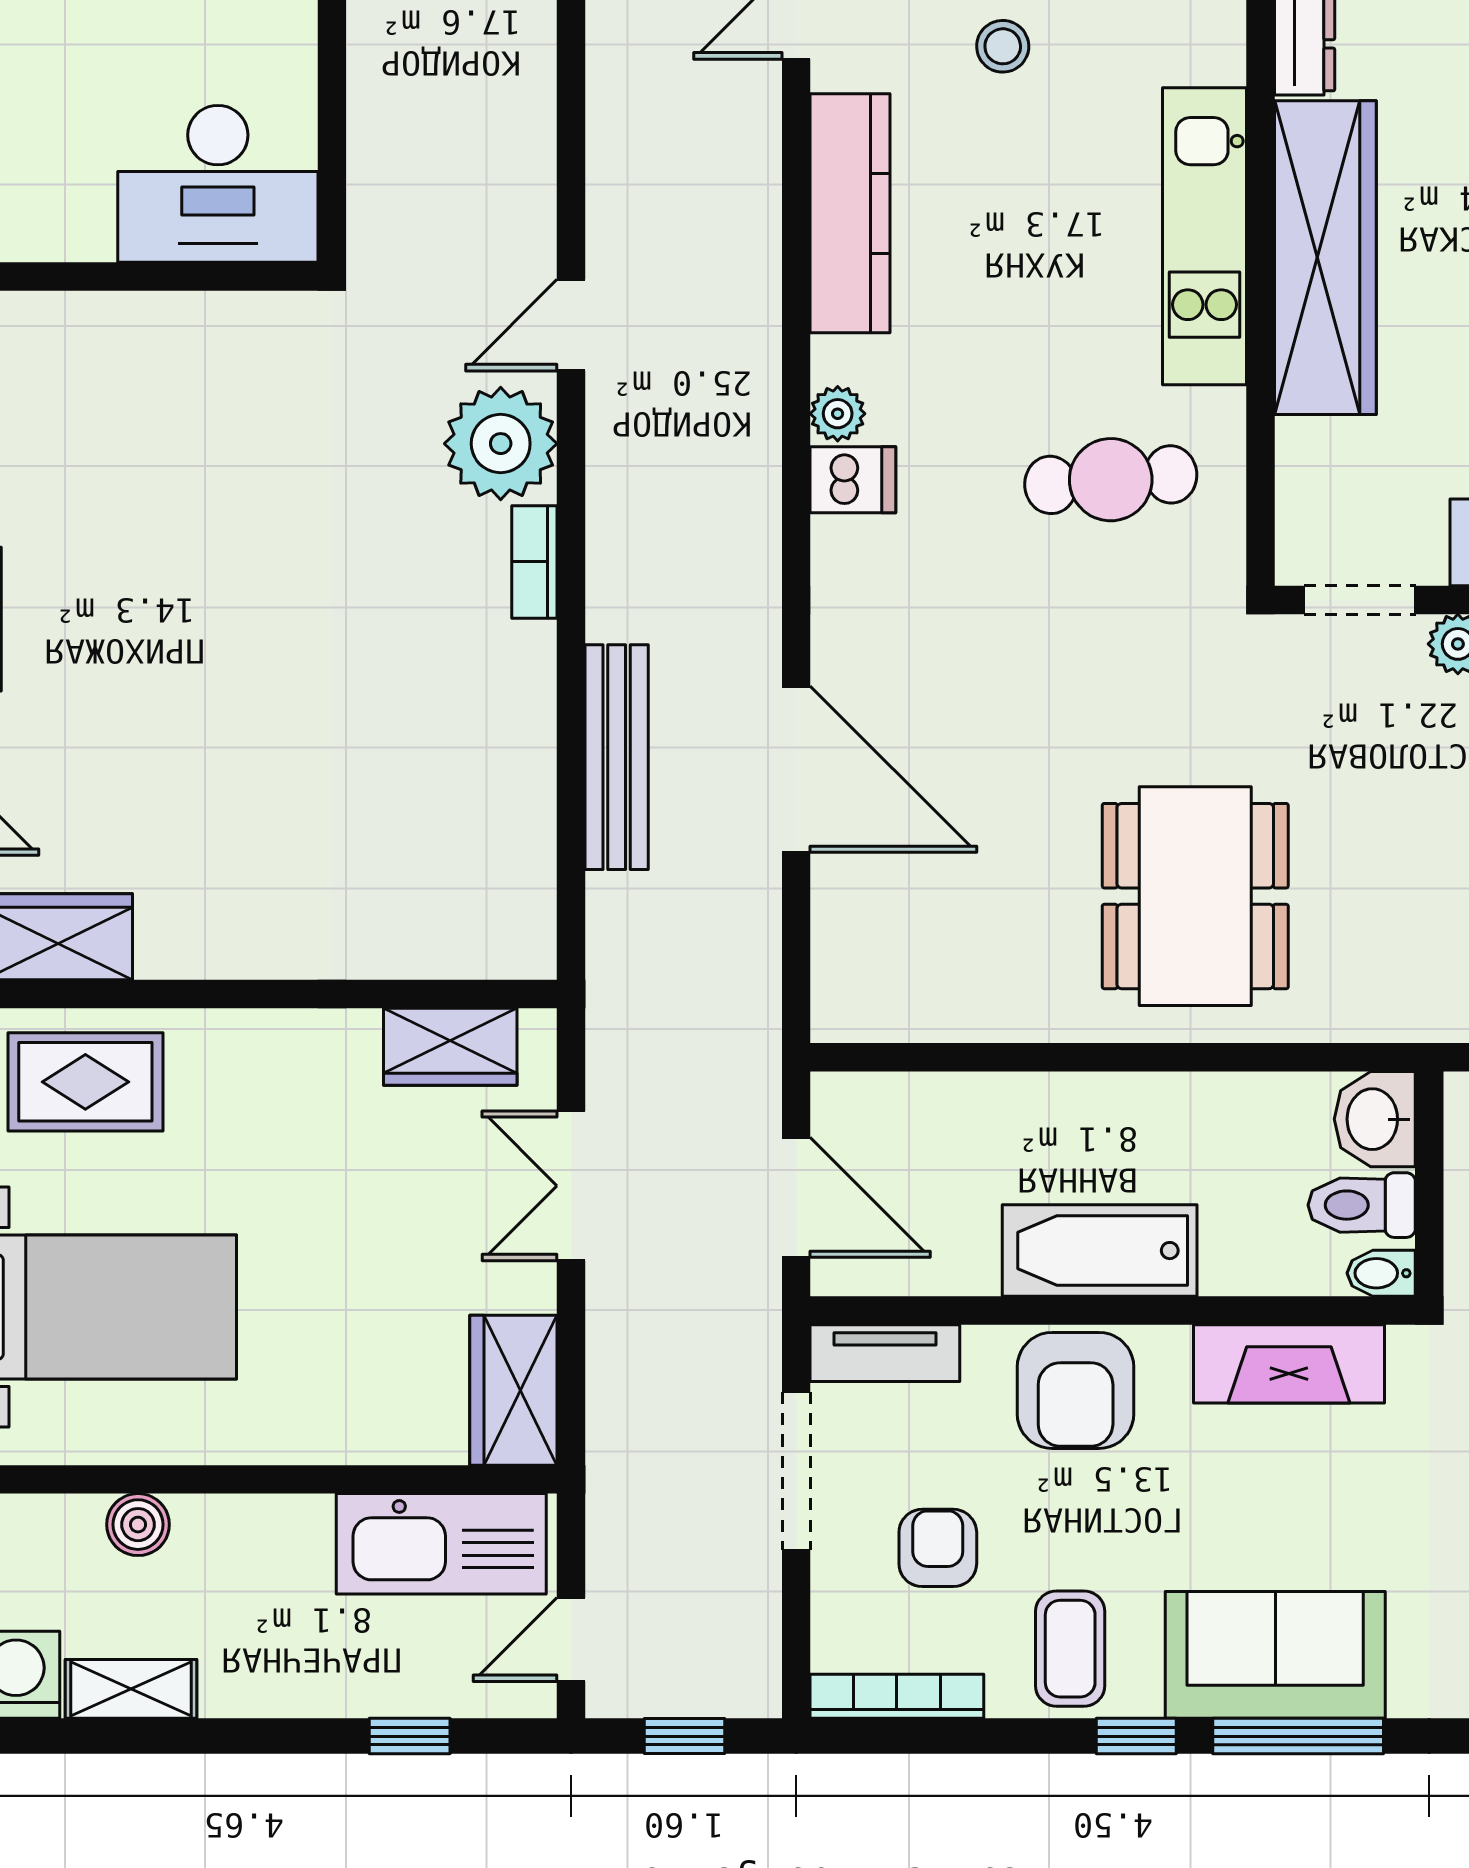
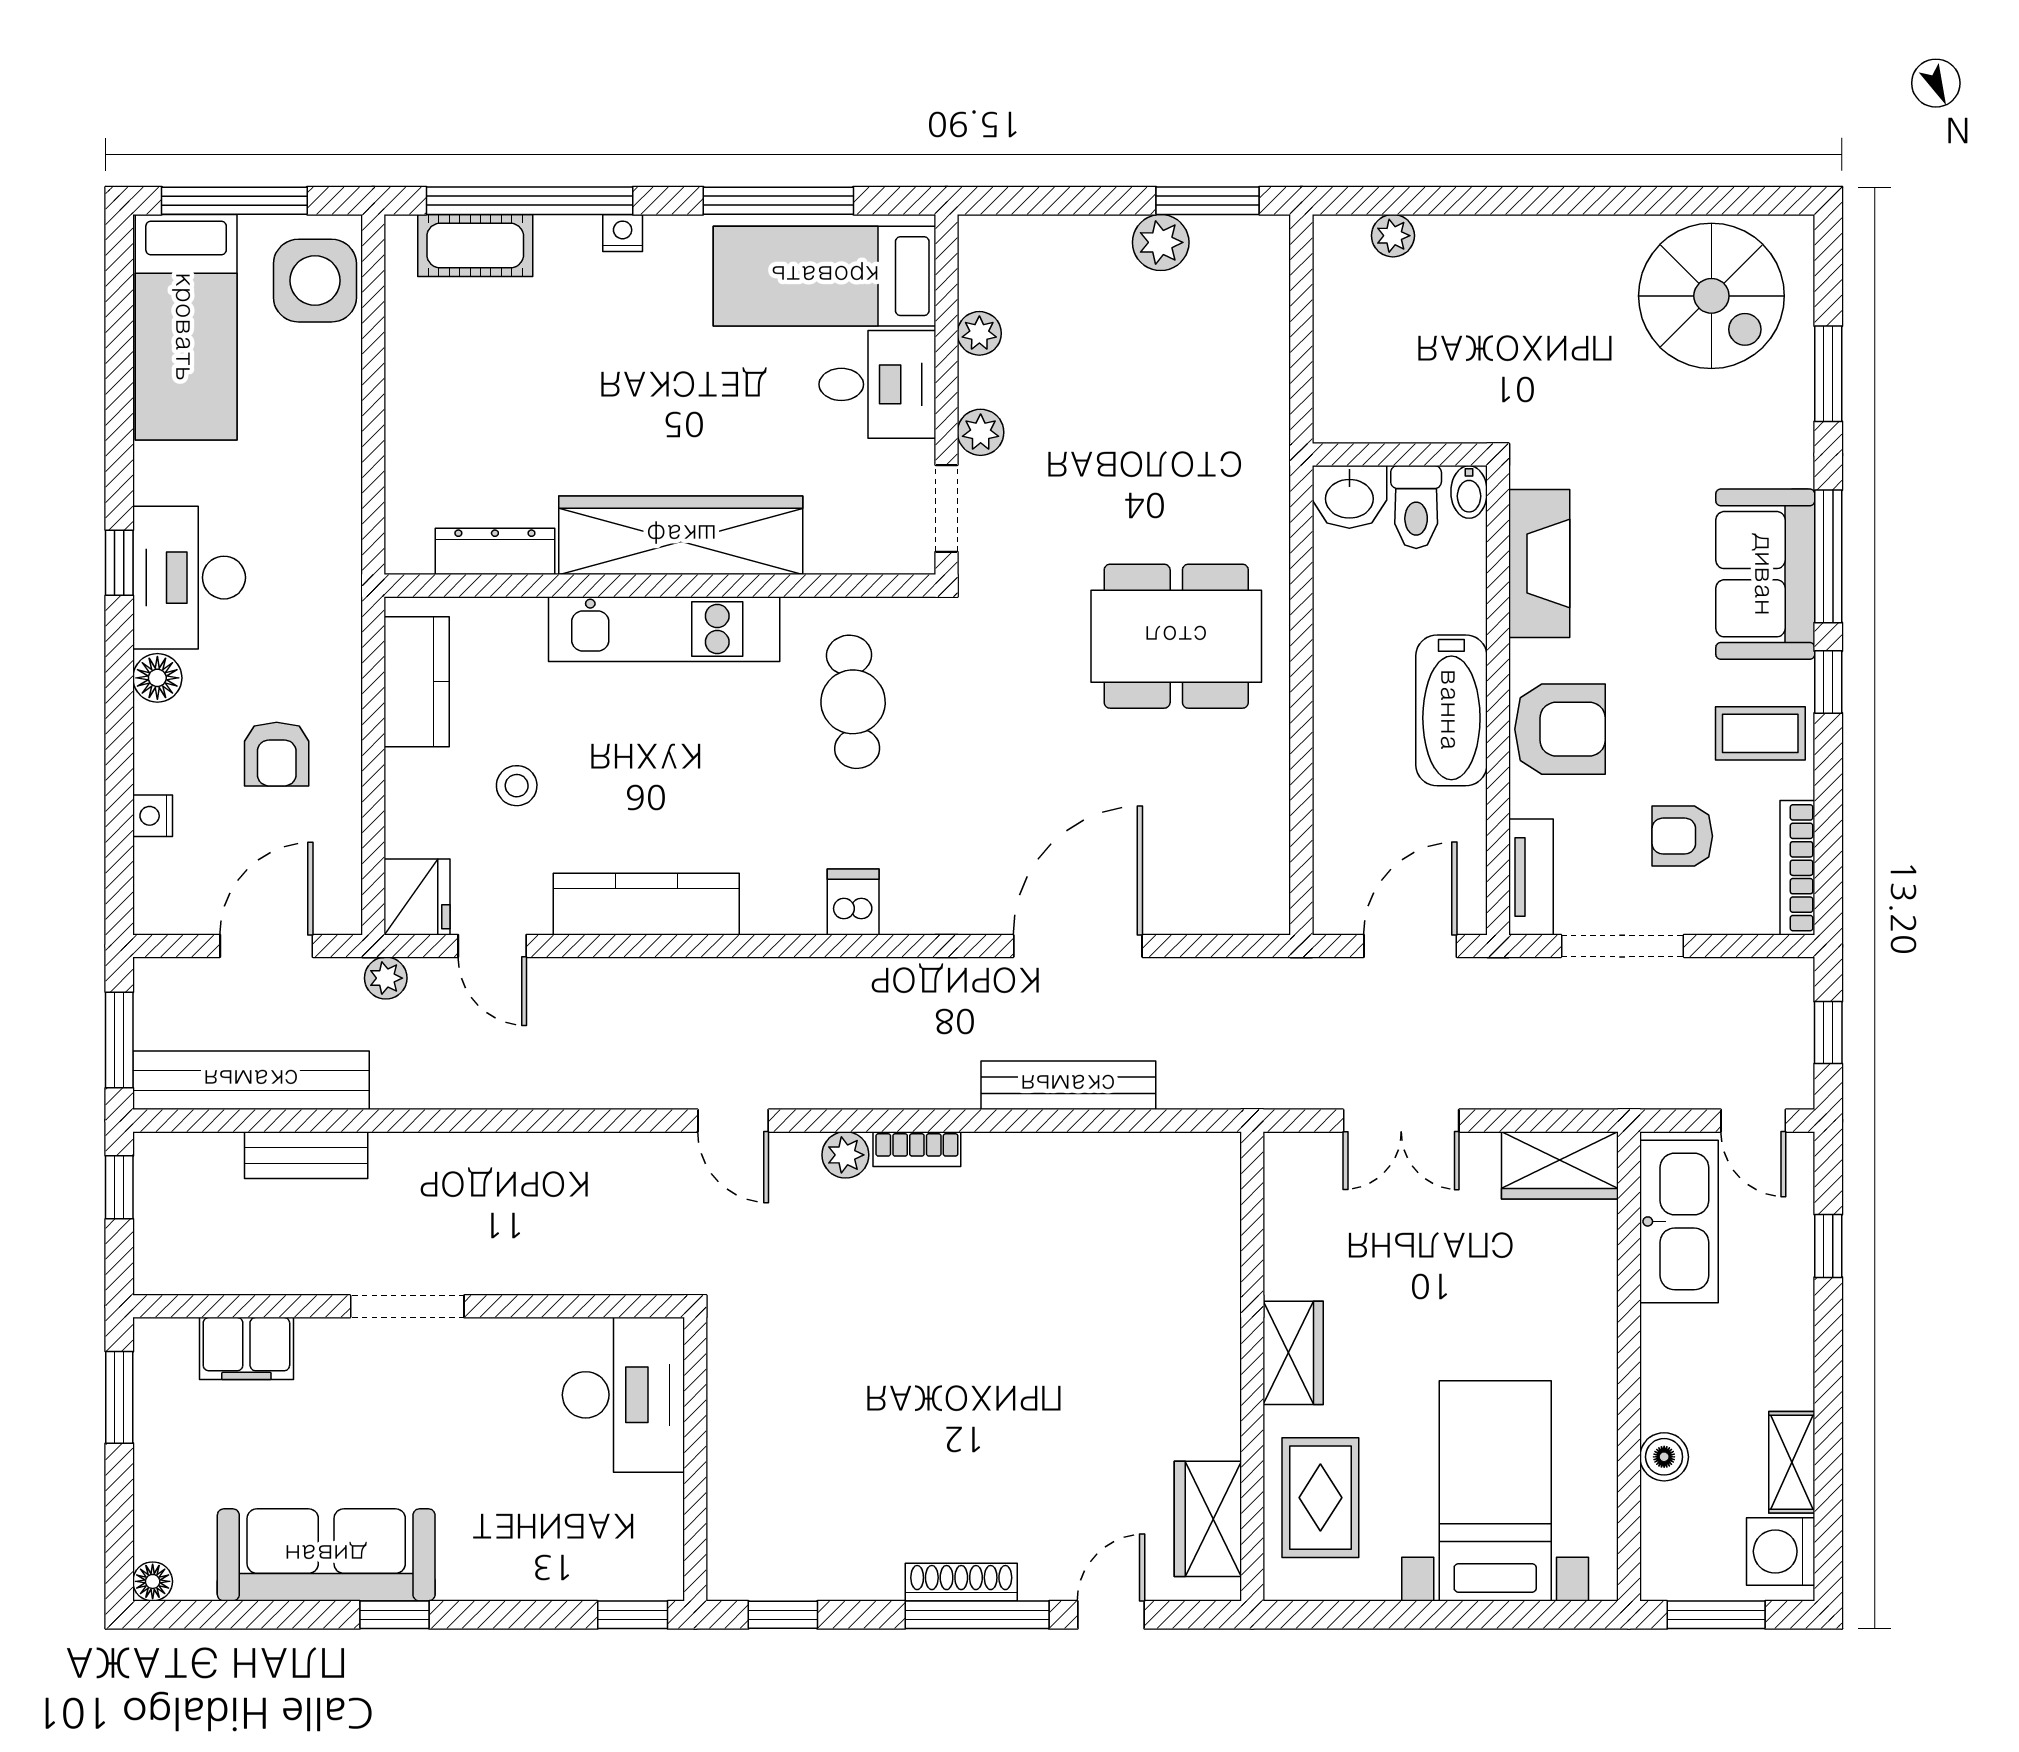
plant: (838, 414) -> (802, 914), removed
plant: (501, 444) -> (845, 1155), width x0.53, depth x0.53
wardrobe: (450, 1047) -> (1293, 1353), moved

